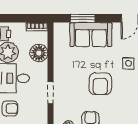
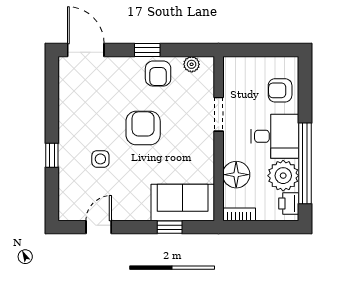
window: (83, 18) -> (170, 227), width x0.67
sofa: (91, 35) -> (183, 203), moved

